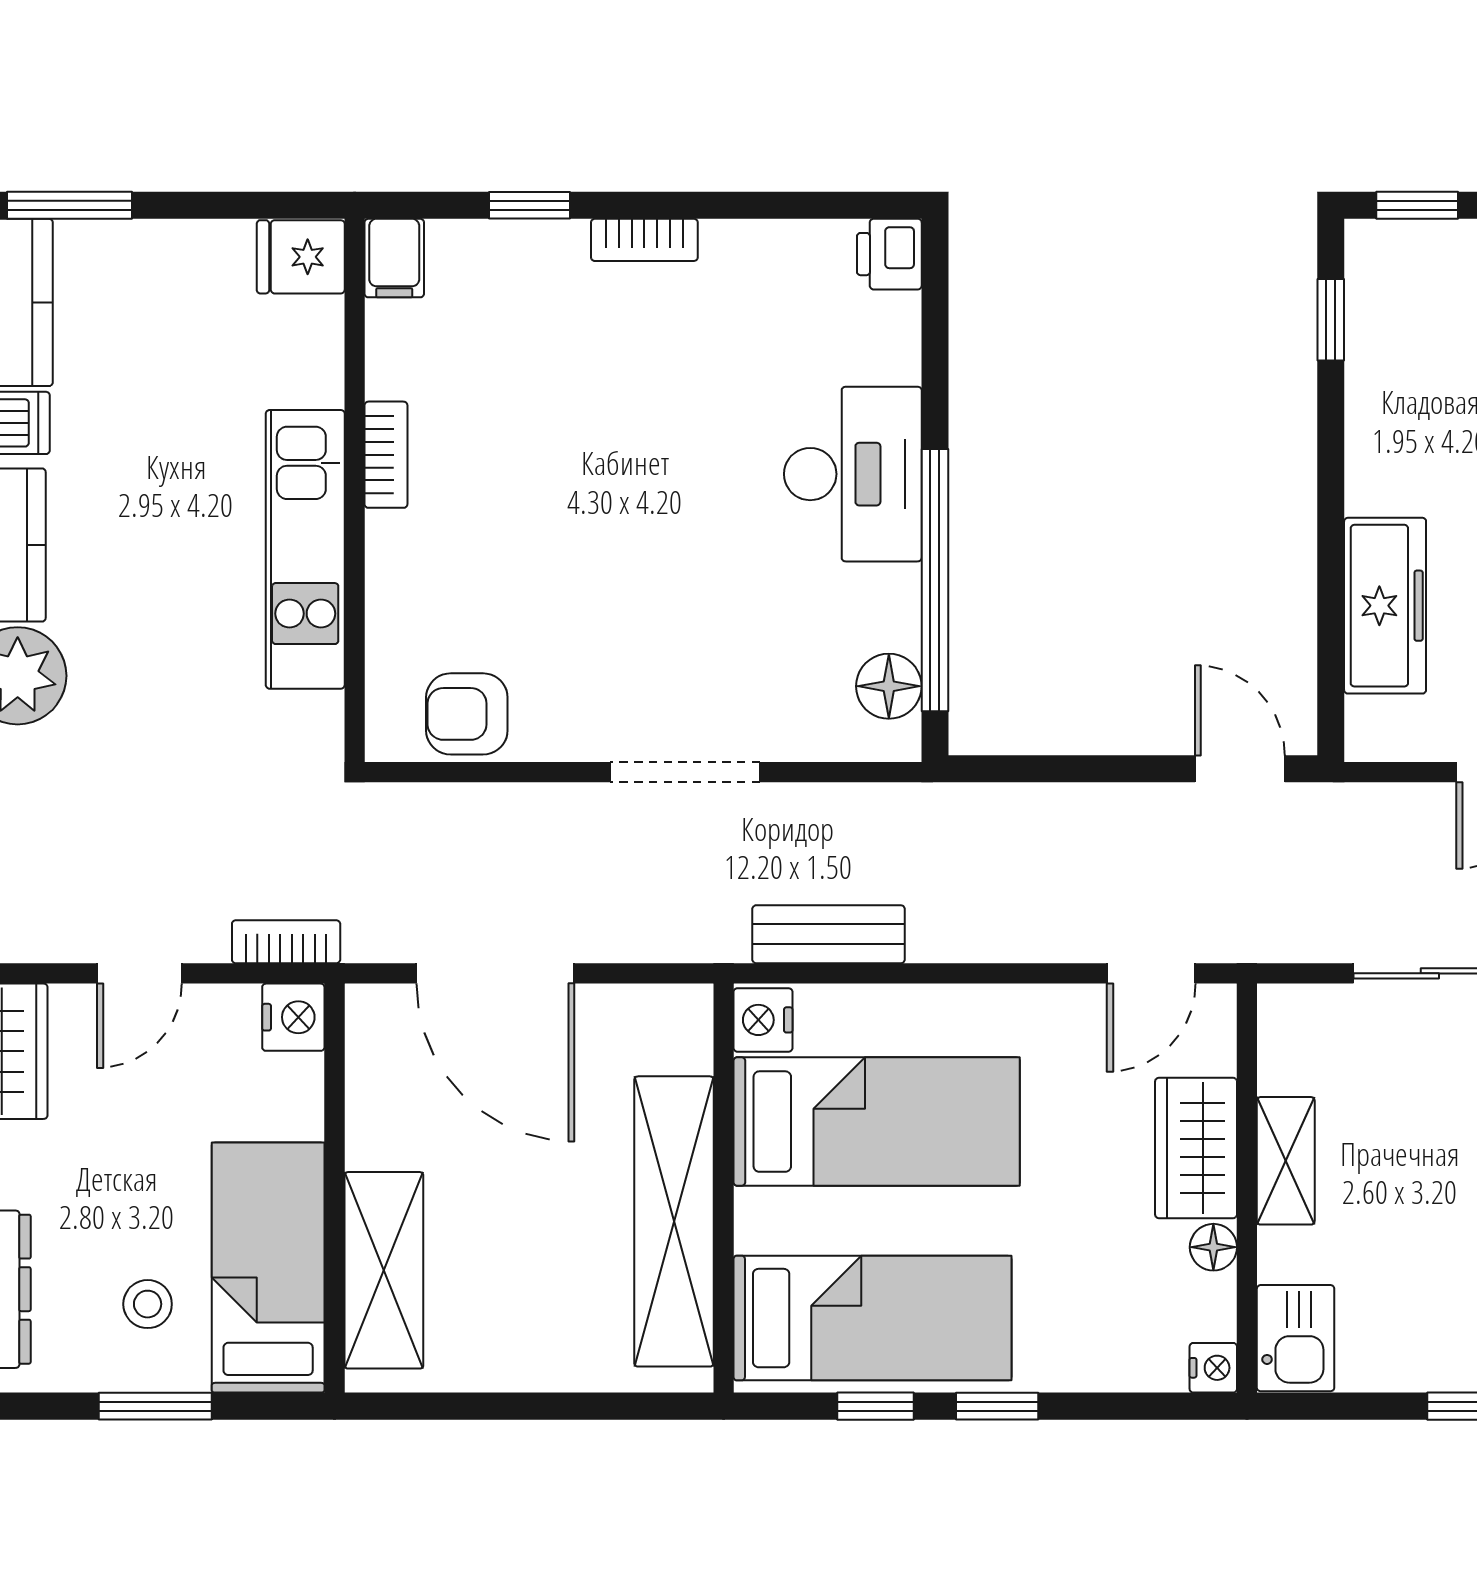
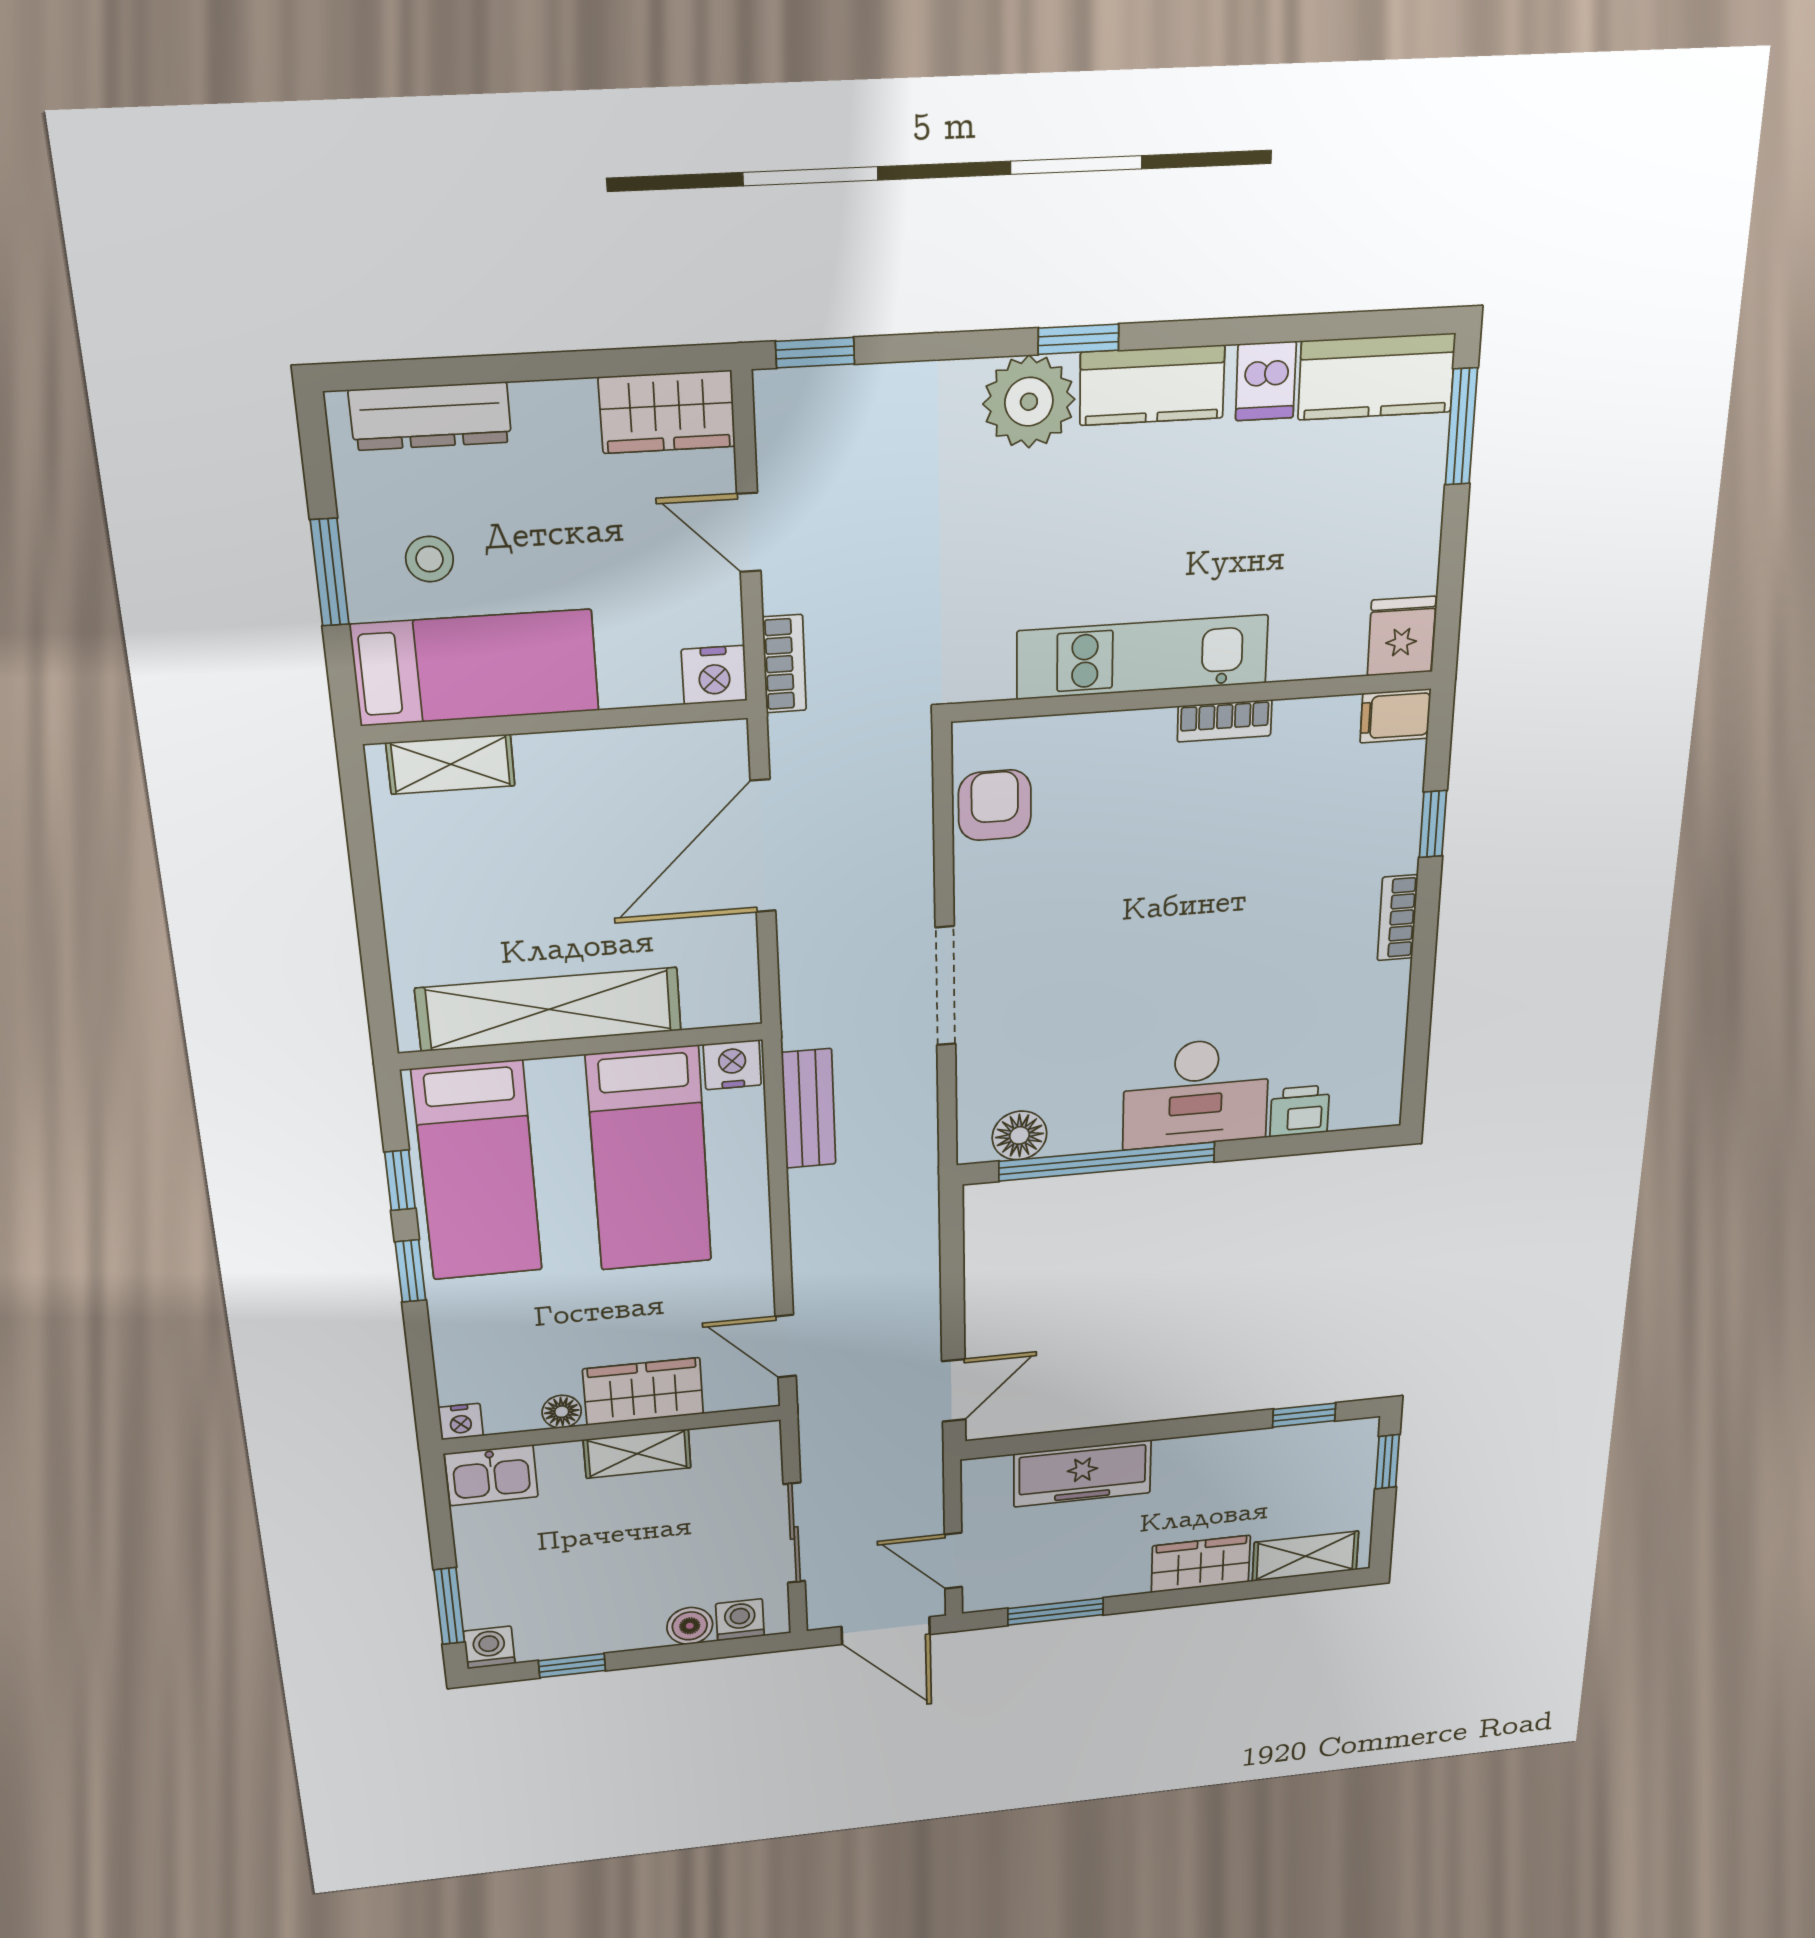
printer: (889, 254) -> (1300, 1111), moved
shelving: (384, 1270) -> (451, 764), width x0.67, depth x0.75

